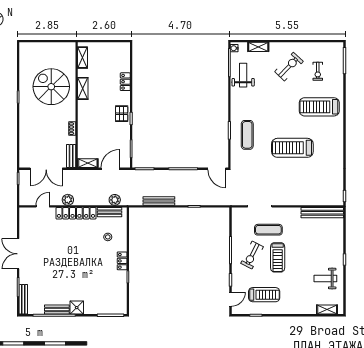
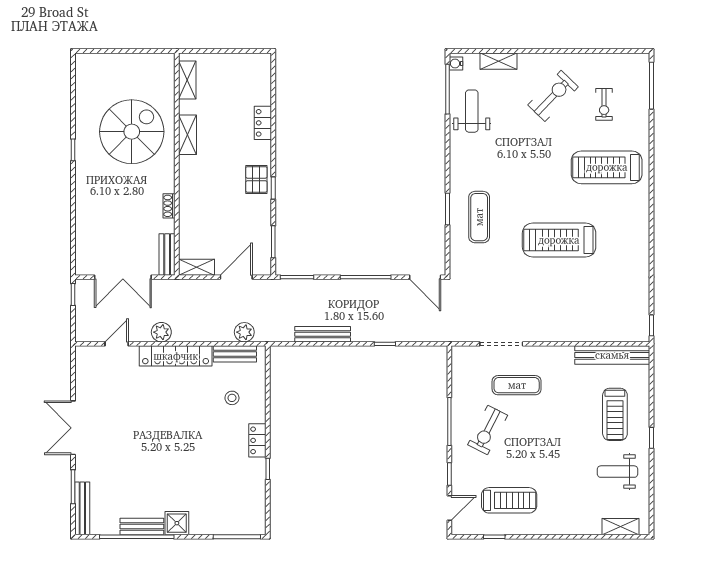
spiral stairs: (51, 87) -> (132, 132), turned 90
treadmill: (278, 257) -> (615, 414), moved

